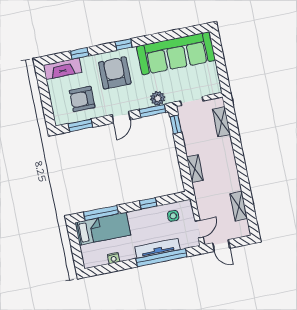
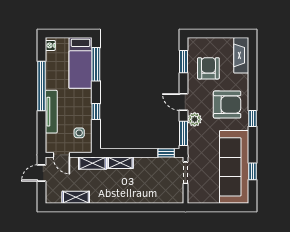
window: (80, 53) -> (253, 171), moved
plant: (158, 98) -> (195, 119), moved
shelving: (221, 122) -> (92, 163), moved
nightstand: (114, 258) -> (50, 45), moved
window: (161, 258) -> (42, 86), moved

